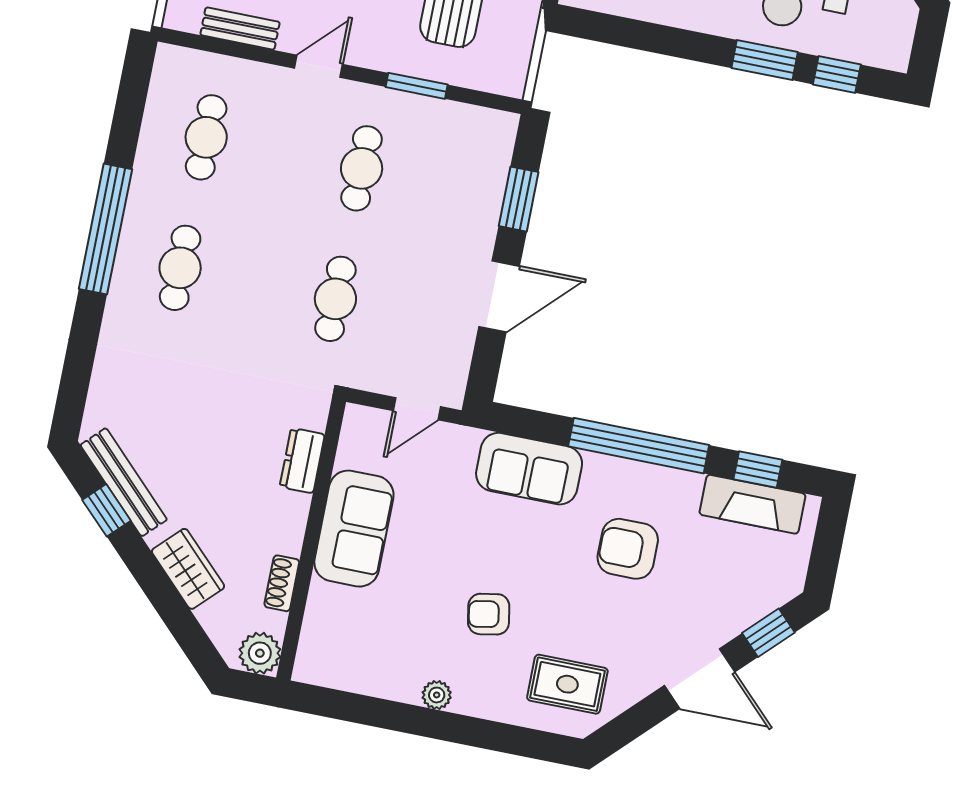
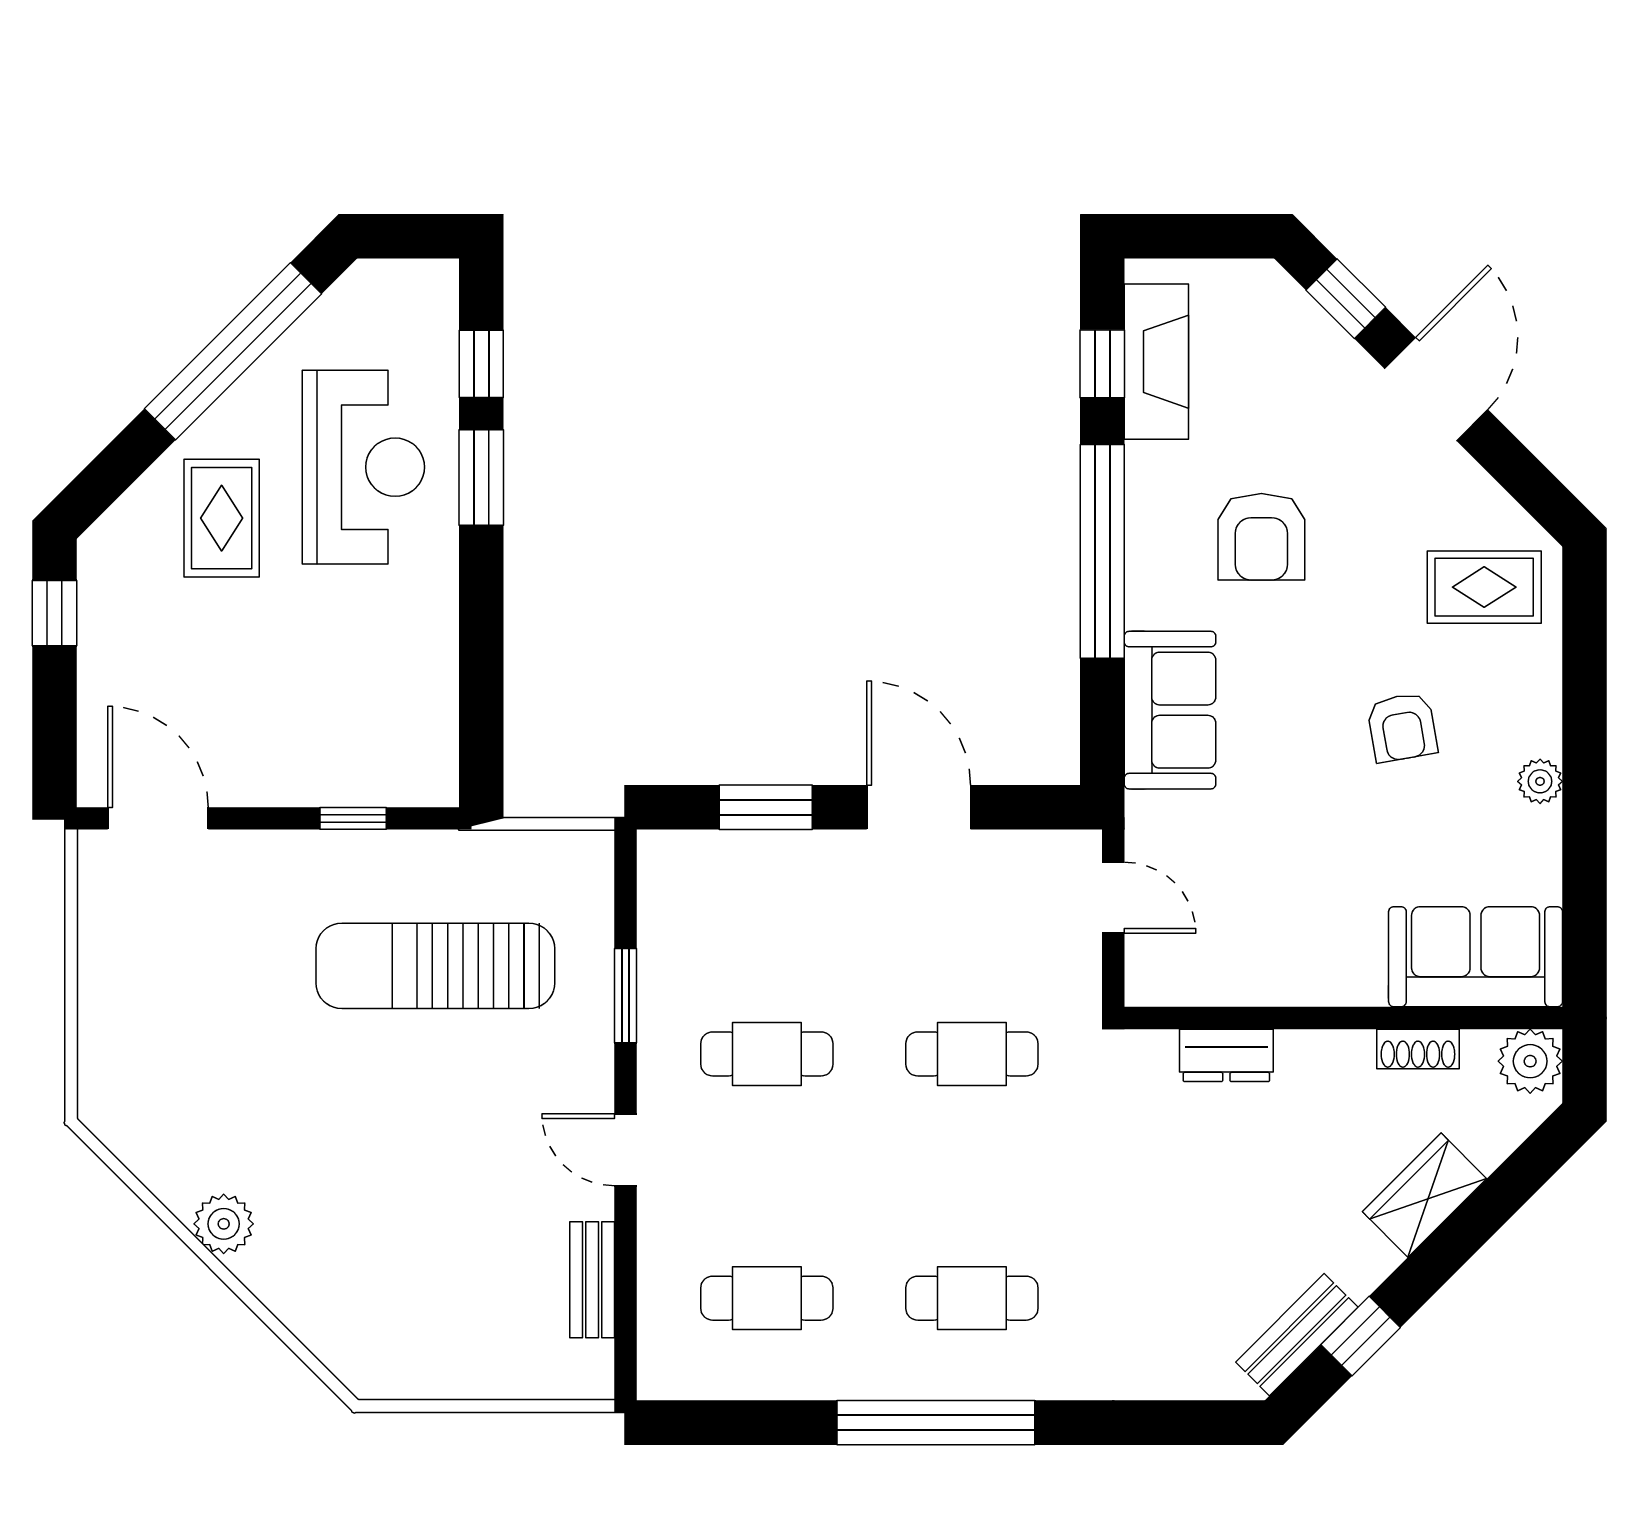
bench: (124, 482) -> (1297, 1335), width x0.73
sofa: (354, 529) -> (1476, 957), moved
rug: (567, 684) -> (1484, 587), turned 90

